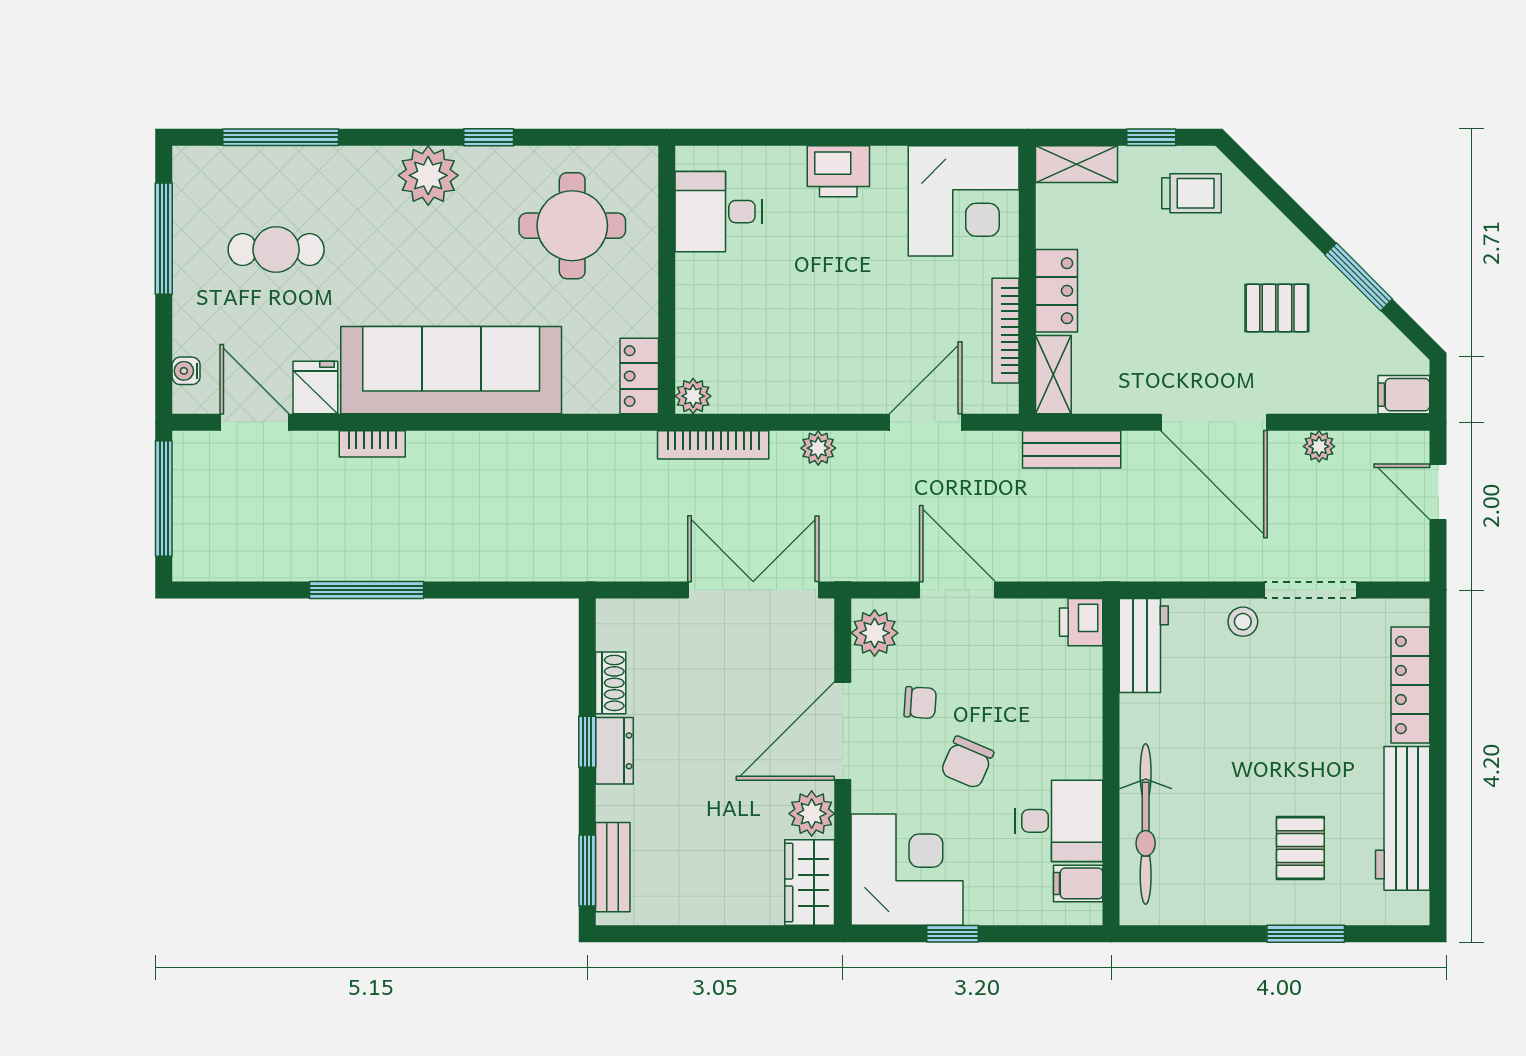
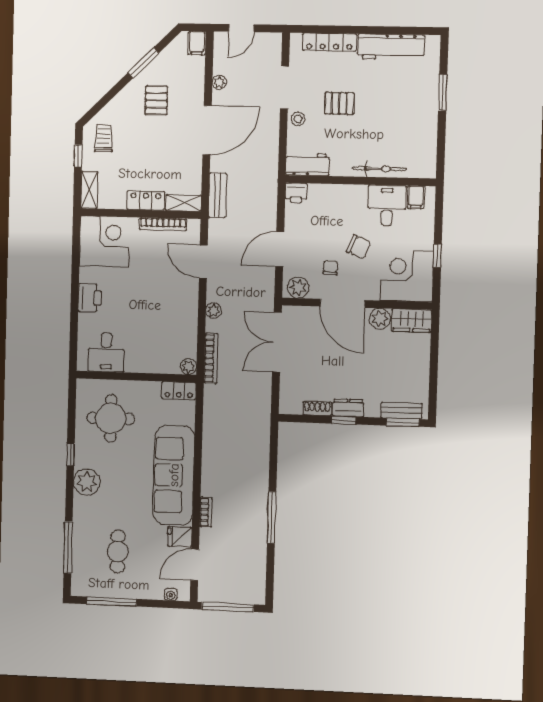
bicycle: (1146, 824) -> (379, 169), width x0.73, depth x0.71
pallet: (1300, 848) -> (339, 103), moved

